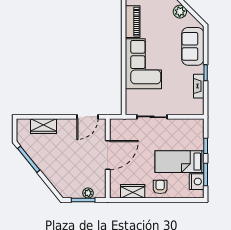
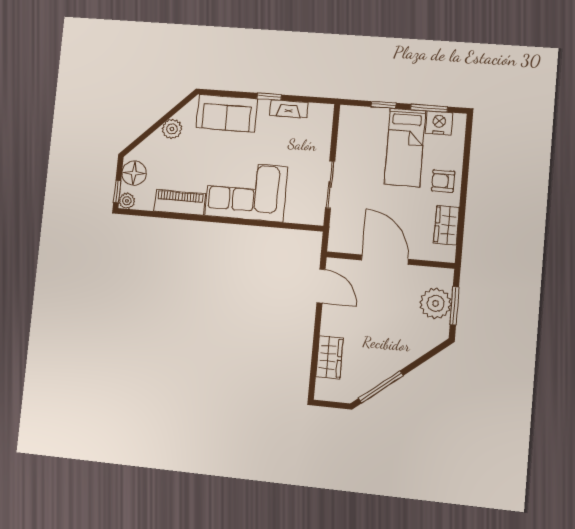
plant: (88, 193) -> (436, 303), width x1.87, depth x1.87

